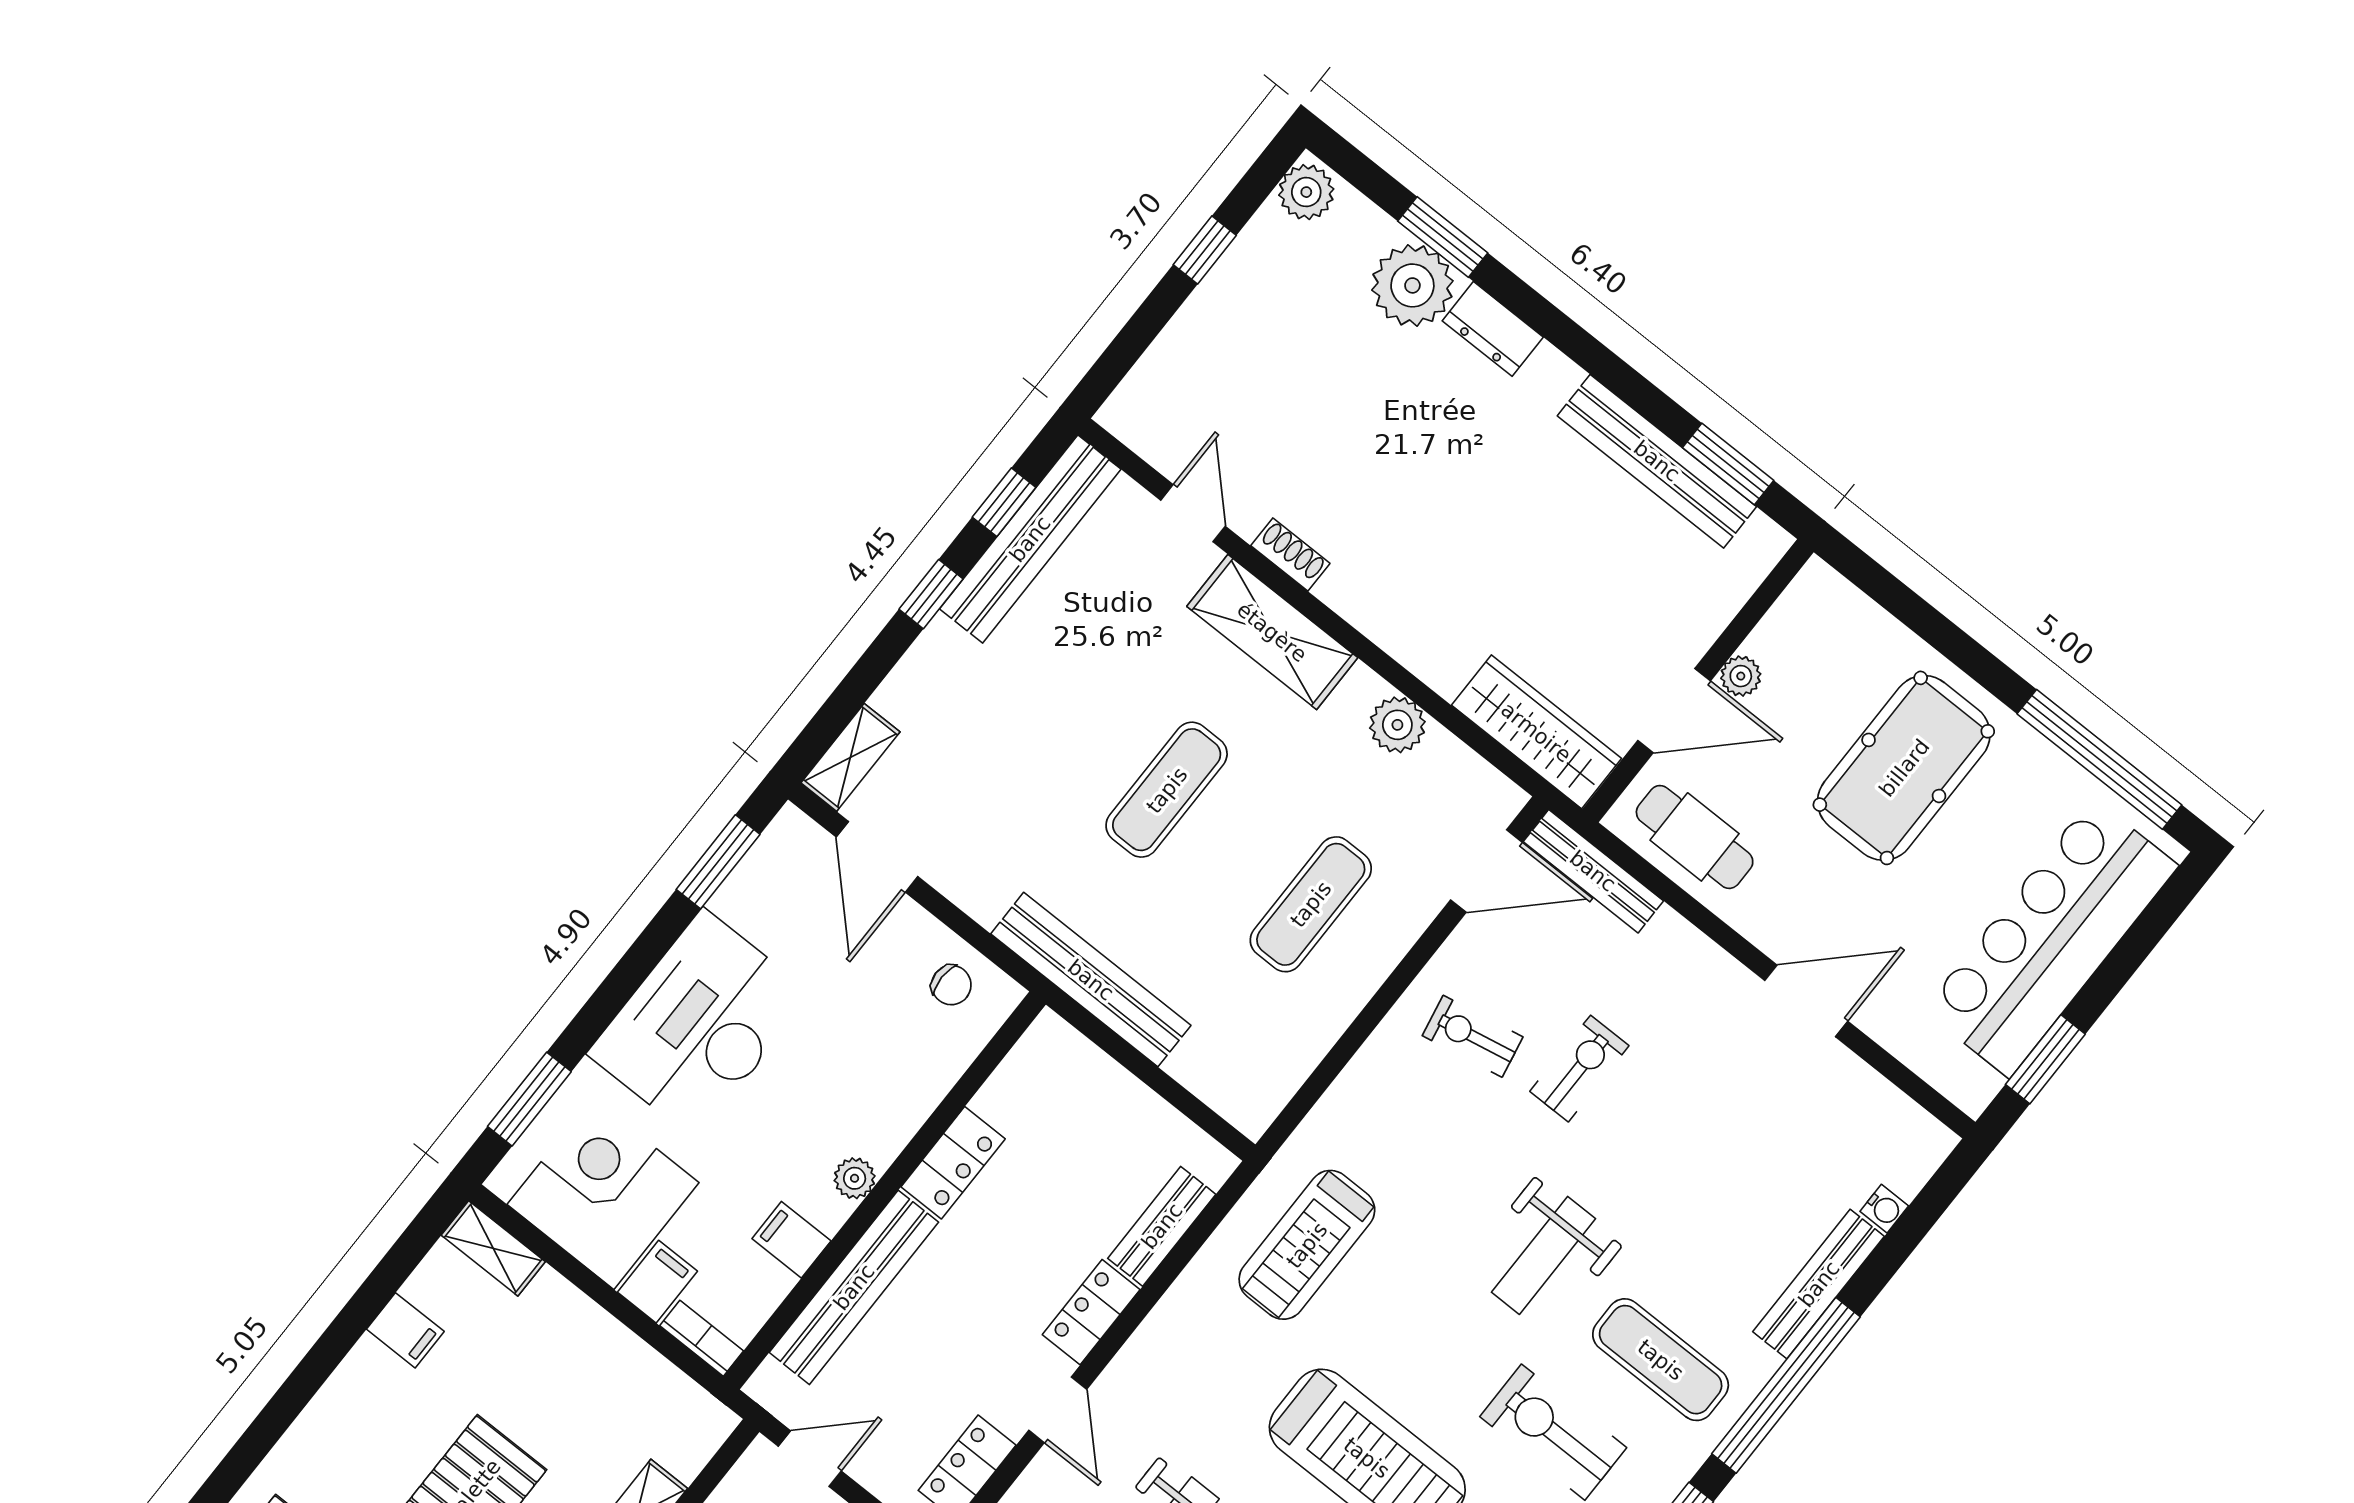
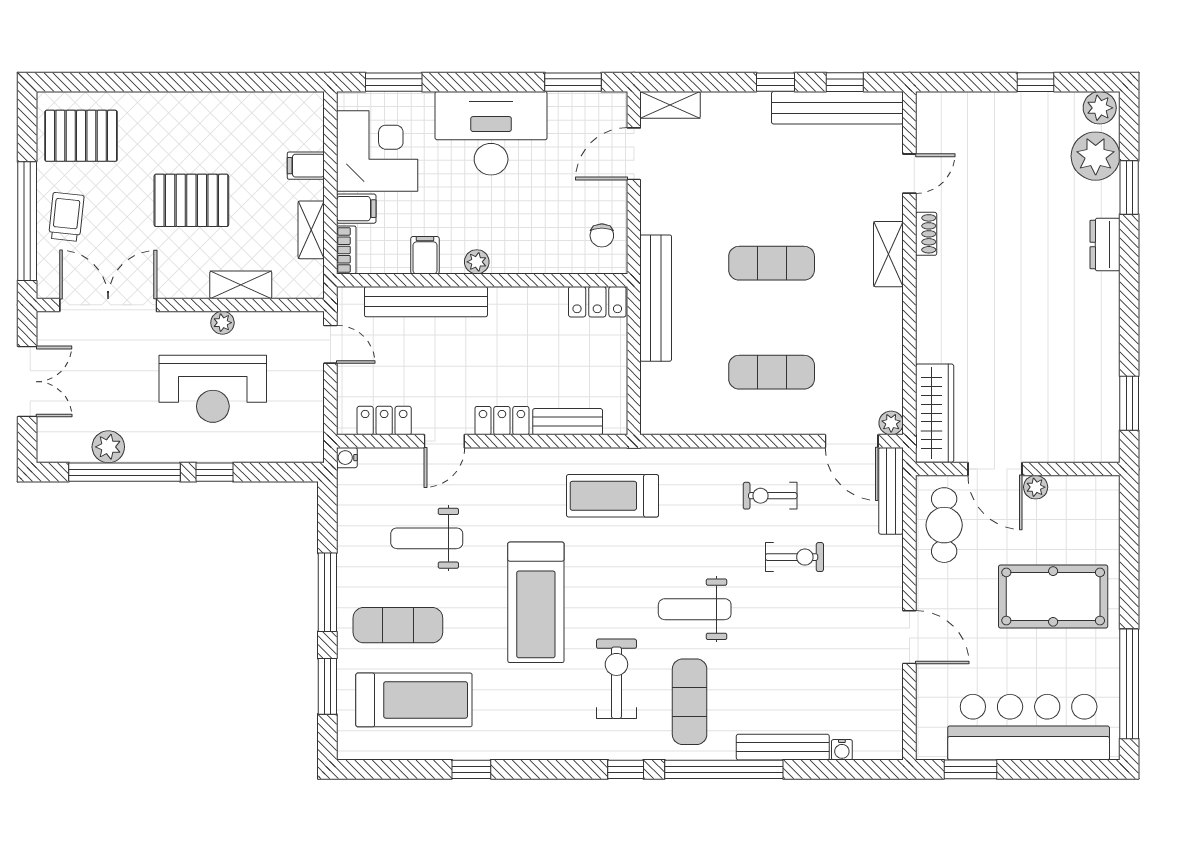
plant: (1412, 285) -> (1096, 156), moved
bench: (1657, 461) -> (1104, 369), removed
shelving: (1272, 632) -> (888, 254), width x0.67, depth x0.75
plant: (1397, 725) -> (891, 423), moved, width x0.73, depth x0.73
exercise bike: (1473, 1036) -> (770, 496), turned -79
locker: (953, 1163) -> (597, 302), moved
shelving: (493, 1248) -> (311, 230), moved
filing cabinet: (405, 1330) -> (306, 166), moved, turned 90

